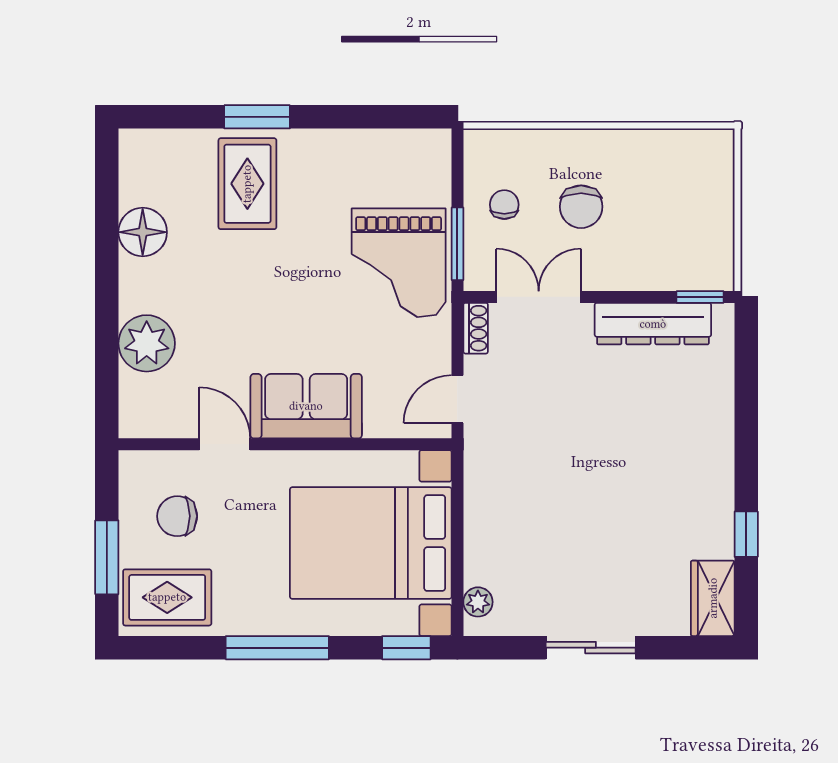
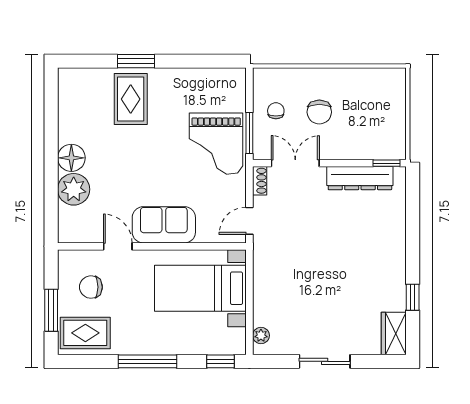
floor lamp: (143, 232) -> (71, 158), moved
bed with nightstands: (371, 543) -> (200, 288), width x0.73

